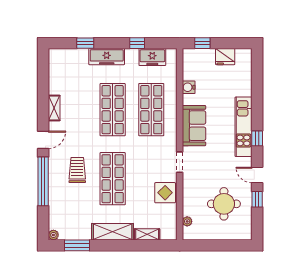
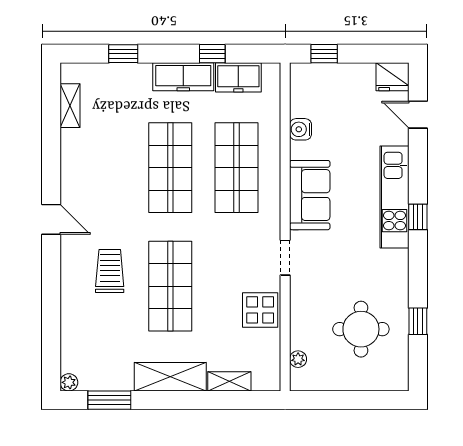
freezer: (107, 57) -> (183, 77), moved
fridge: (225, 57) -> (393, 77), moved
shelving: (54, 108) -> (70, 106), moved
door: (43, 140) -> (51, 219), hinge flipped
door: (257, 175) -> (418, 115), moved
window: (43, 181) -> (51, 291), removed

